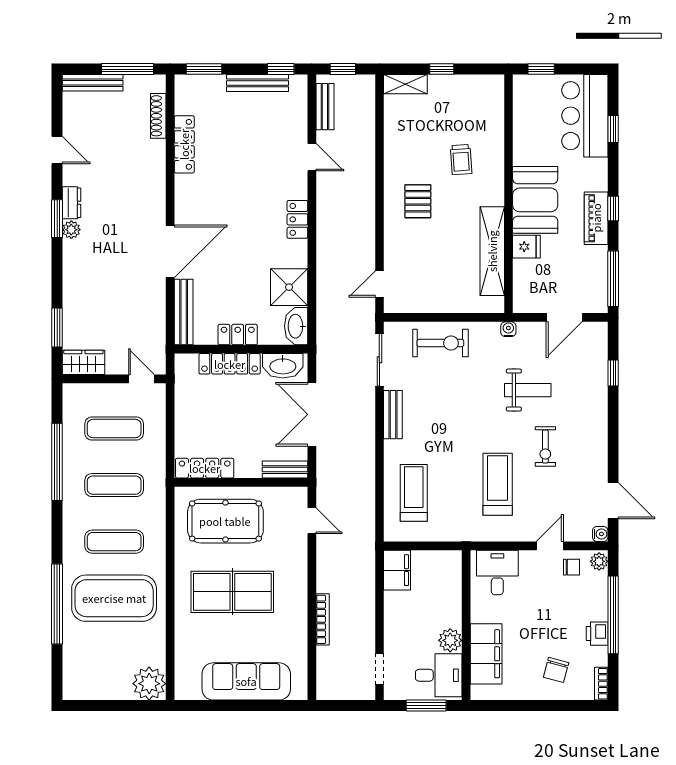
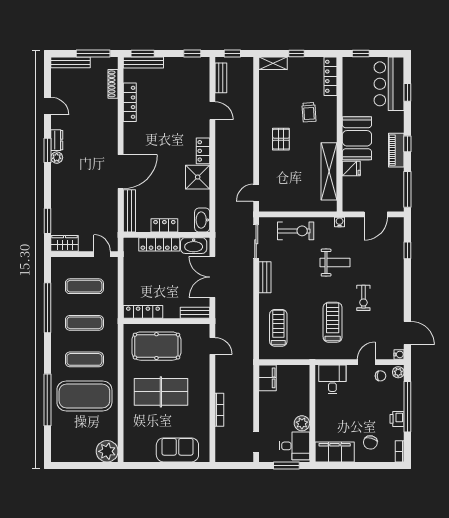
bench: (257, 83) -> (143, 63), moved
locker: (494, 104) -> (331, 76), added
shower: (289, 287) -> (198, 177), moved
weight bench: (528, 390) -> (335, 263), moved
filing cabinet: (486, 654) -> (335, 452), moved, turned -90
sofa: (246, 681) -> (177, 450), width x0.73

